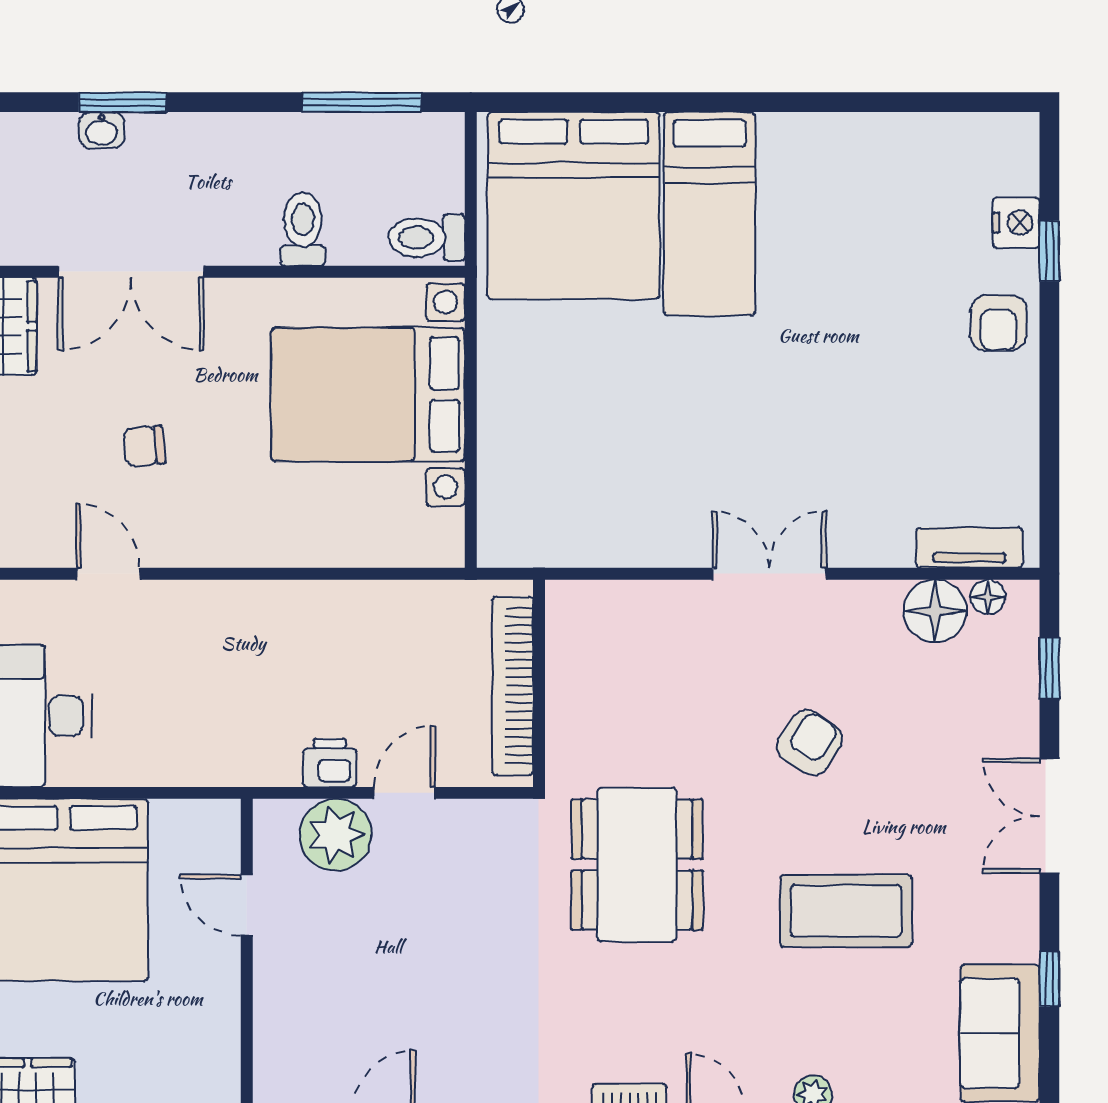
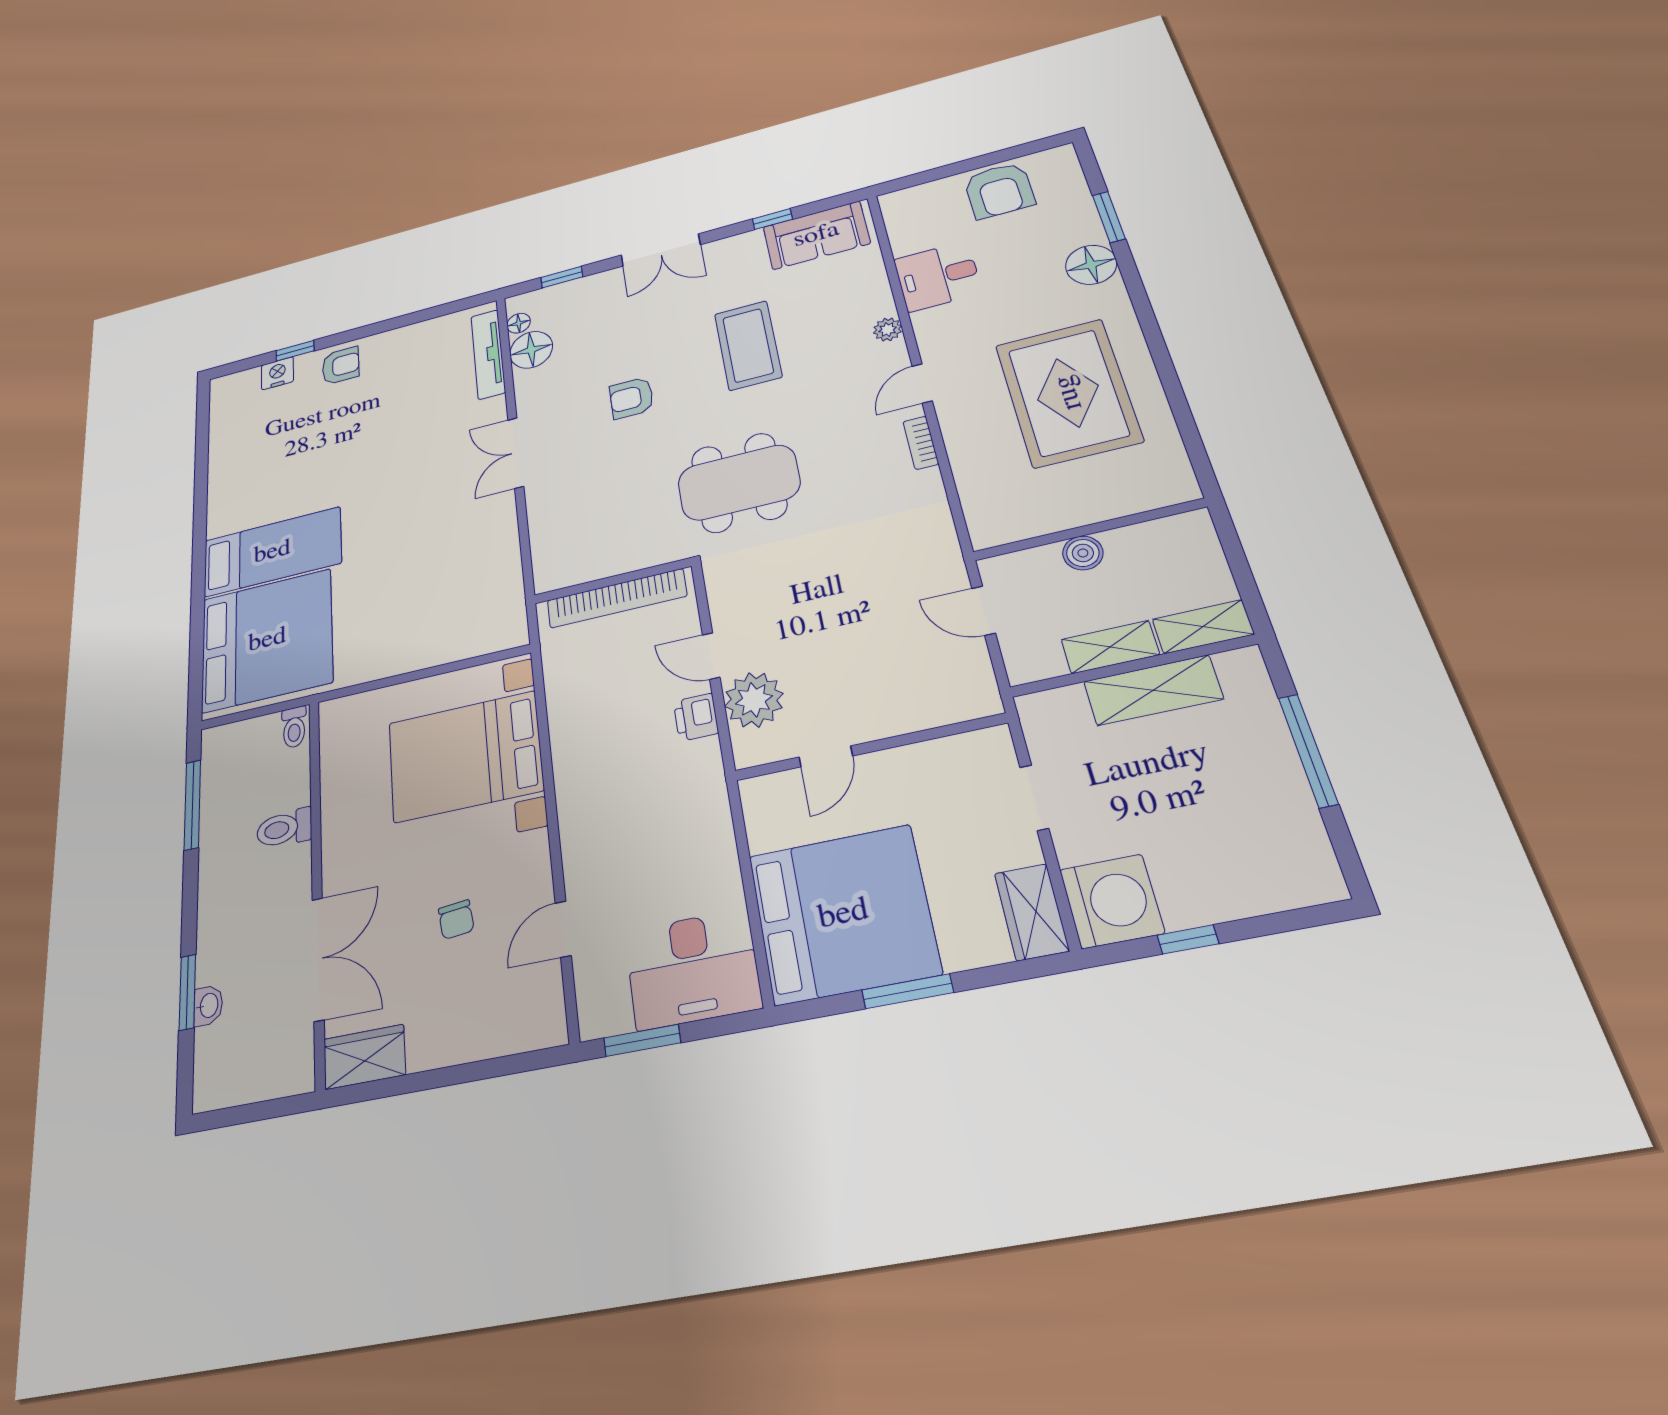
toilet: (427, 237) -> (294, 727), width x0.73, depth x0.72
bed with nightstands: (368, 395) -> (465, 756), moved, turned 90
tv unit: (969, 548) -> (488, 354), width x1.41
armchair: (810, 743) -> (632, 398), turned -33

